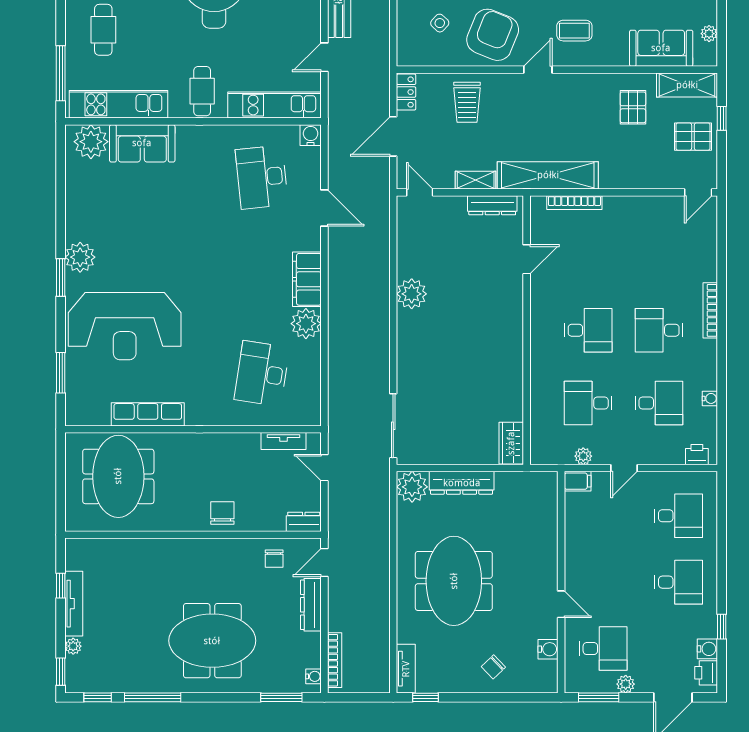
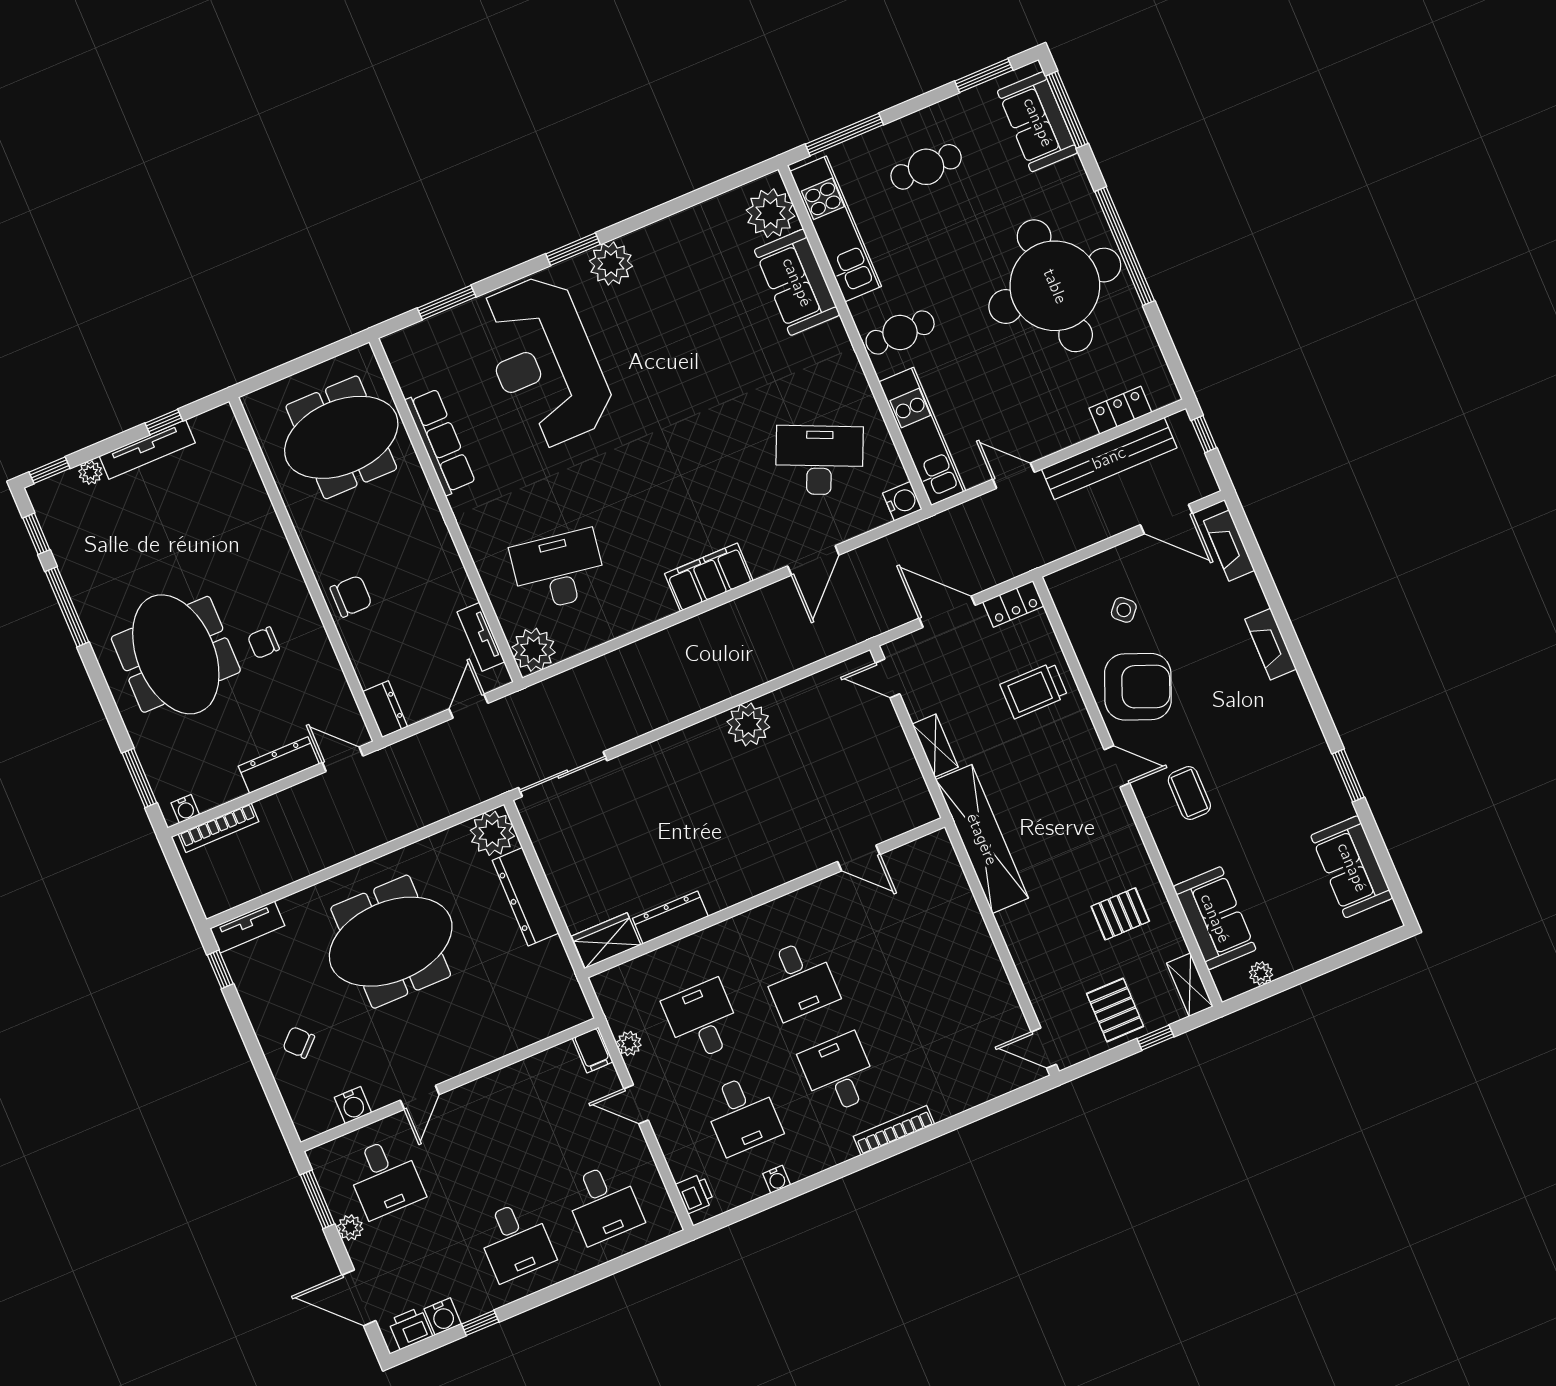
shelving: (687, 85) -> (1190, 985), width x0.67, depth x0.75
desk: (262, 177) -> (819, 460), turned 30
door: (420, 192) -> (888, 678), swing flipped
bookcase: (574, 203) -> (961, 890), removed
dresser: (492, 205) -> (670, 917), moved, turned 90
plant: (306, 324) -> (534, 650), moved
chair: (274, 559) -> (263, 643), moved

